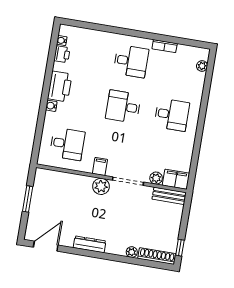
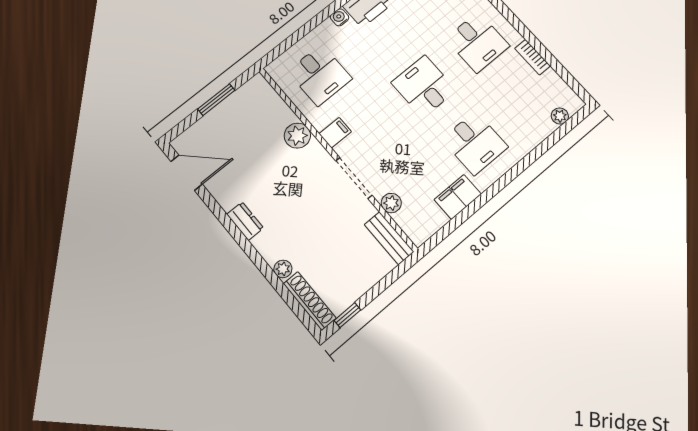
filing cabinet: (176, 179) -> (458, 197), moved, turned -90
plant: (101, 186) -> (297, 136), moved
dresser: (90, 244) -> (245, 221), width x0.70

